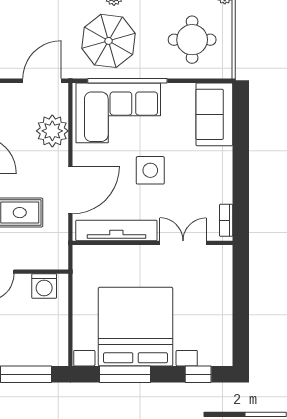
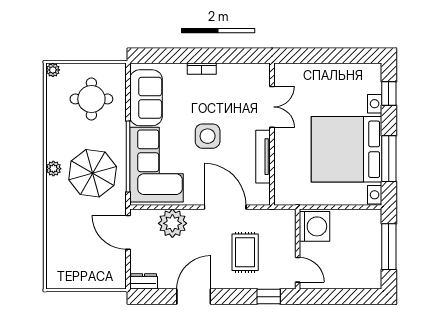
sofa: (214, 114) -> (146, 98), moved, turned -90
bookcase: (226, 220) -> (202, 69), moved
tv unit: (116, 230) -> (263, 157), width x0.73, depth x0.78
double door: (183, 243) -> (272, 107), swing flipped
washing machine: (44, 286) -> (314, 226), width x1.37, depth x1.37

